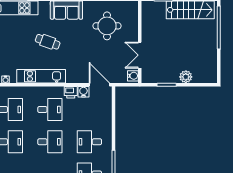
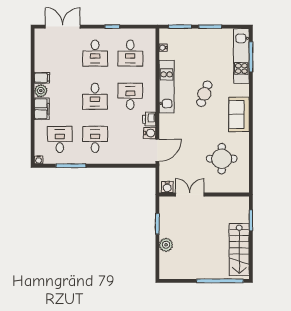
desk: (50, 110) -> (130, 96), turned 180

